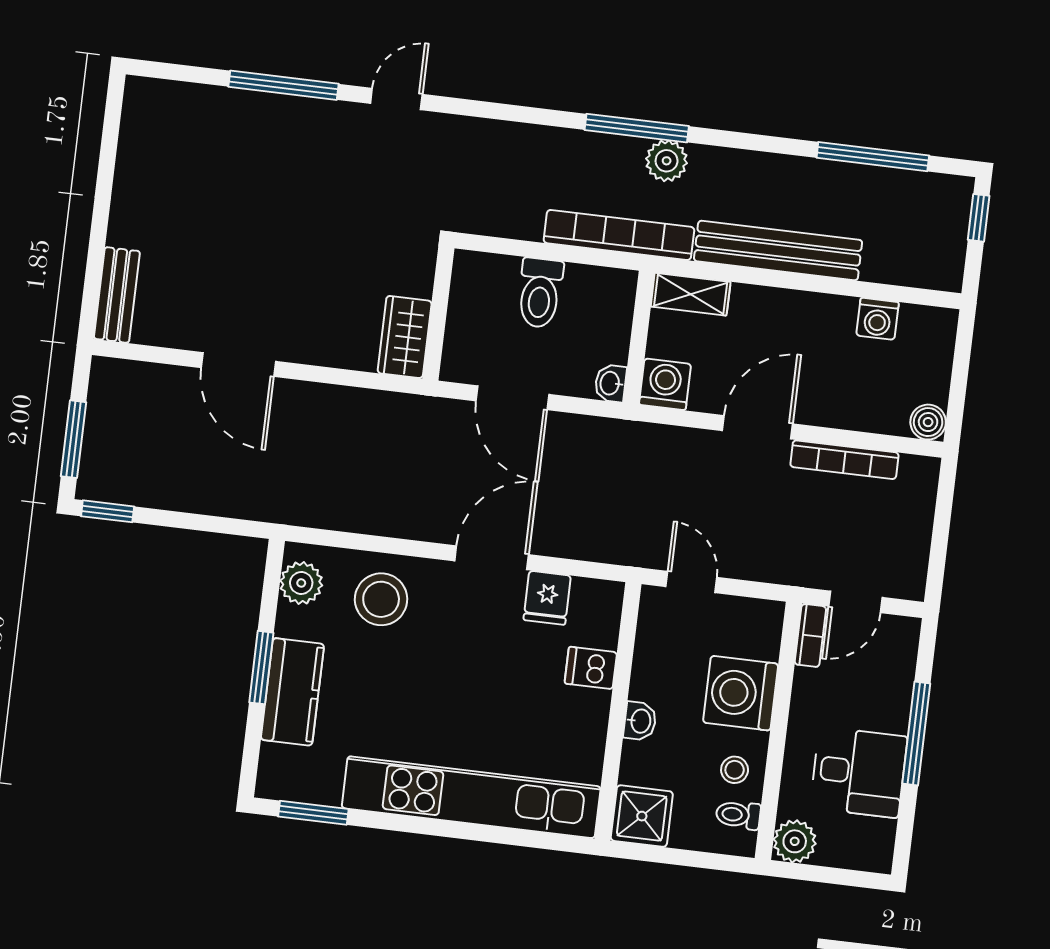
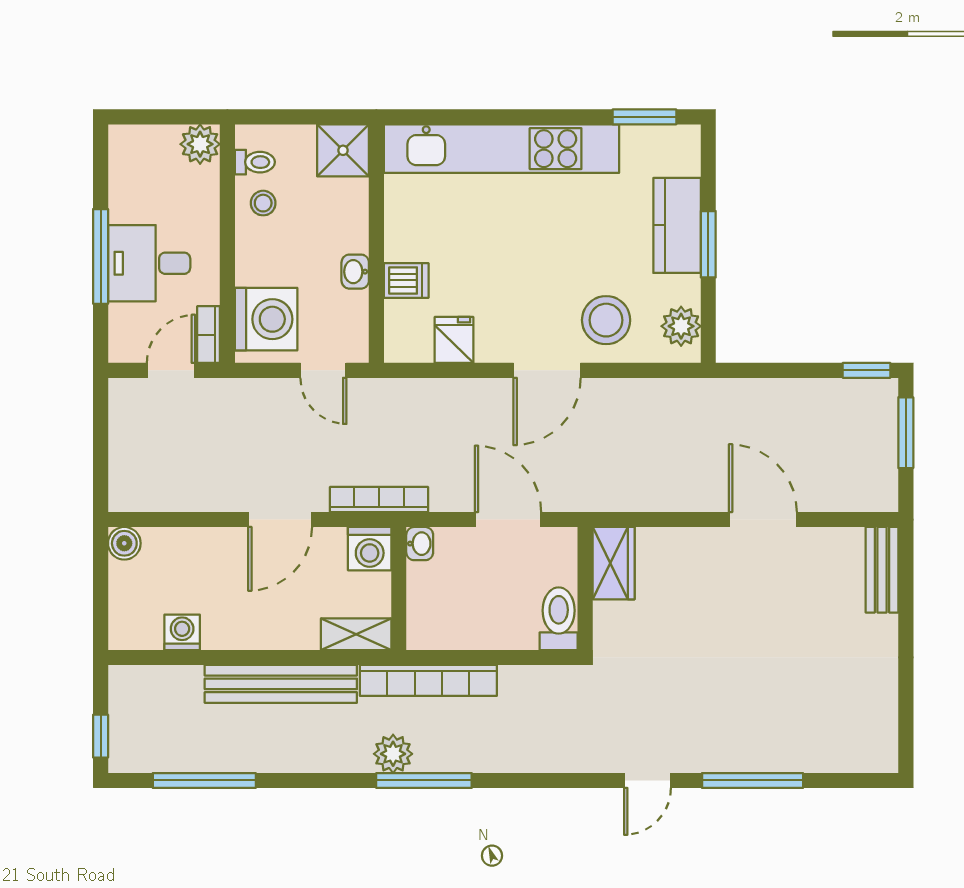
toilet: (540, 293) -> (559, 619), moved
bookcase: (844, 460) -> (379, 499), moved
door: (492, 558) -> (547, 370), moved
washing machine: (741, 693) -> (266, 319), moved
washbasin: (640, 721) -> (355, 272), moved
desk: (859, 772) -> (149, 263), moved

